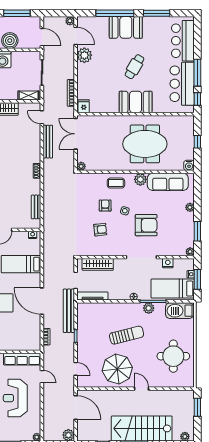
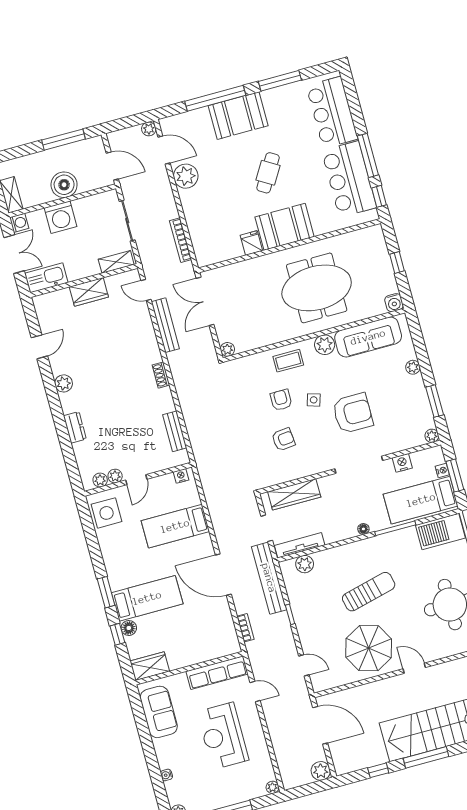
fridge: (84, 106) -> (251, 243), moved
plant: (149, 308) -> (305, 564), moved

